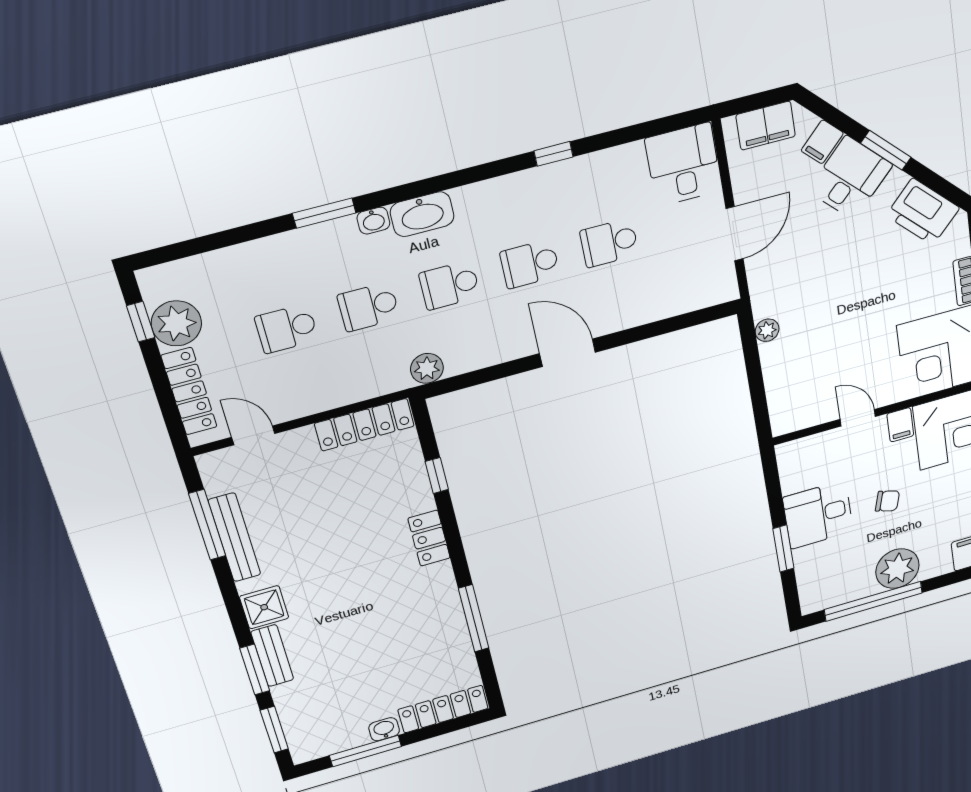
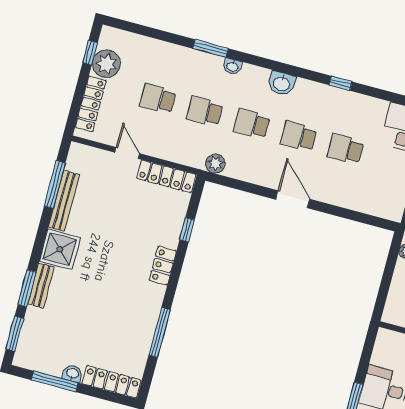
washbasin: (422, 214) -> (282, 83), moved, width x0.72
door: (253, 435) -> (127, 153), moved
shower: (264, 607) -> (60, 249), width x1.36, depth x1.36

